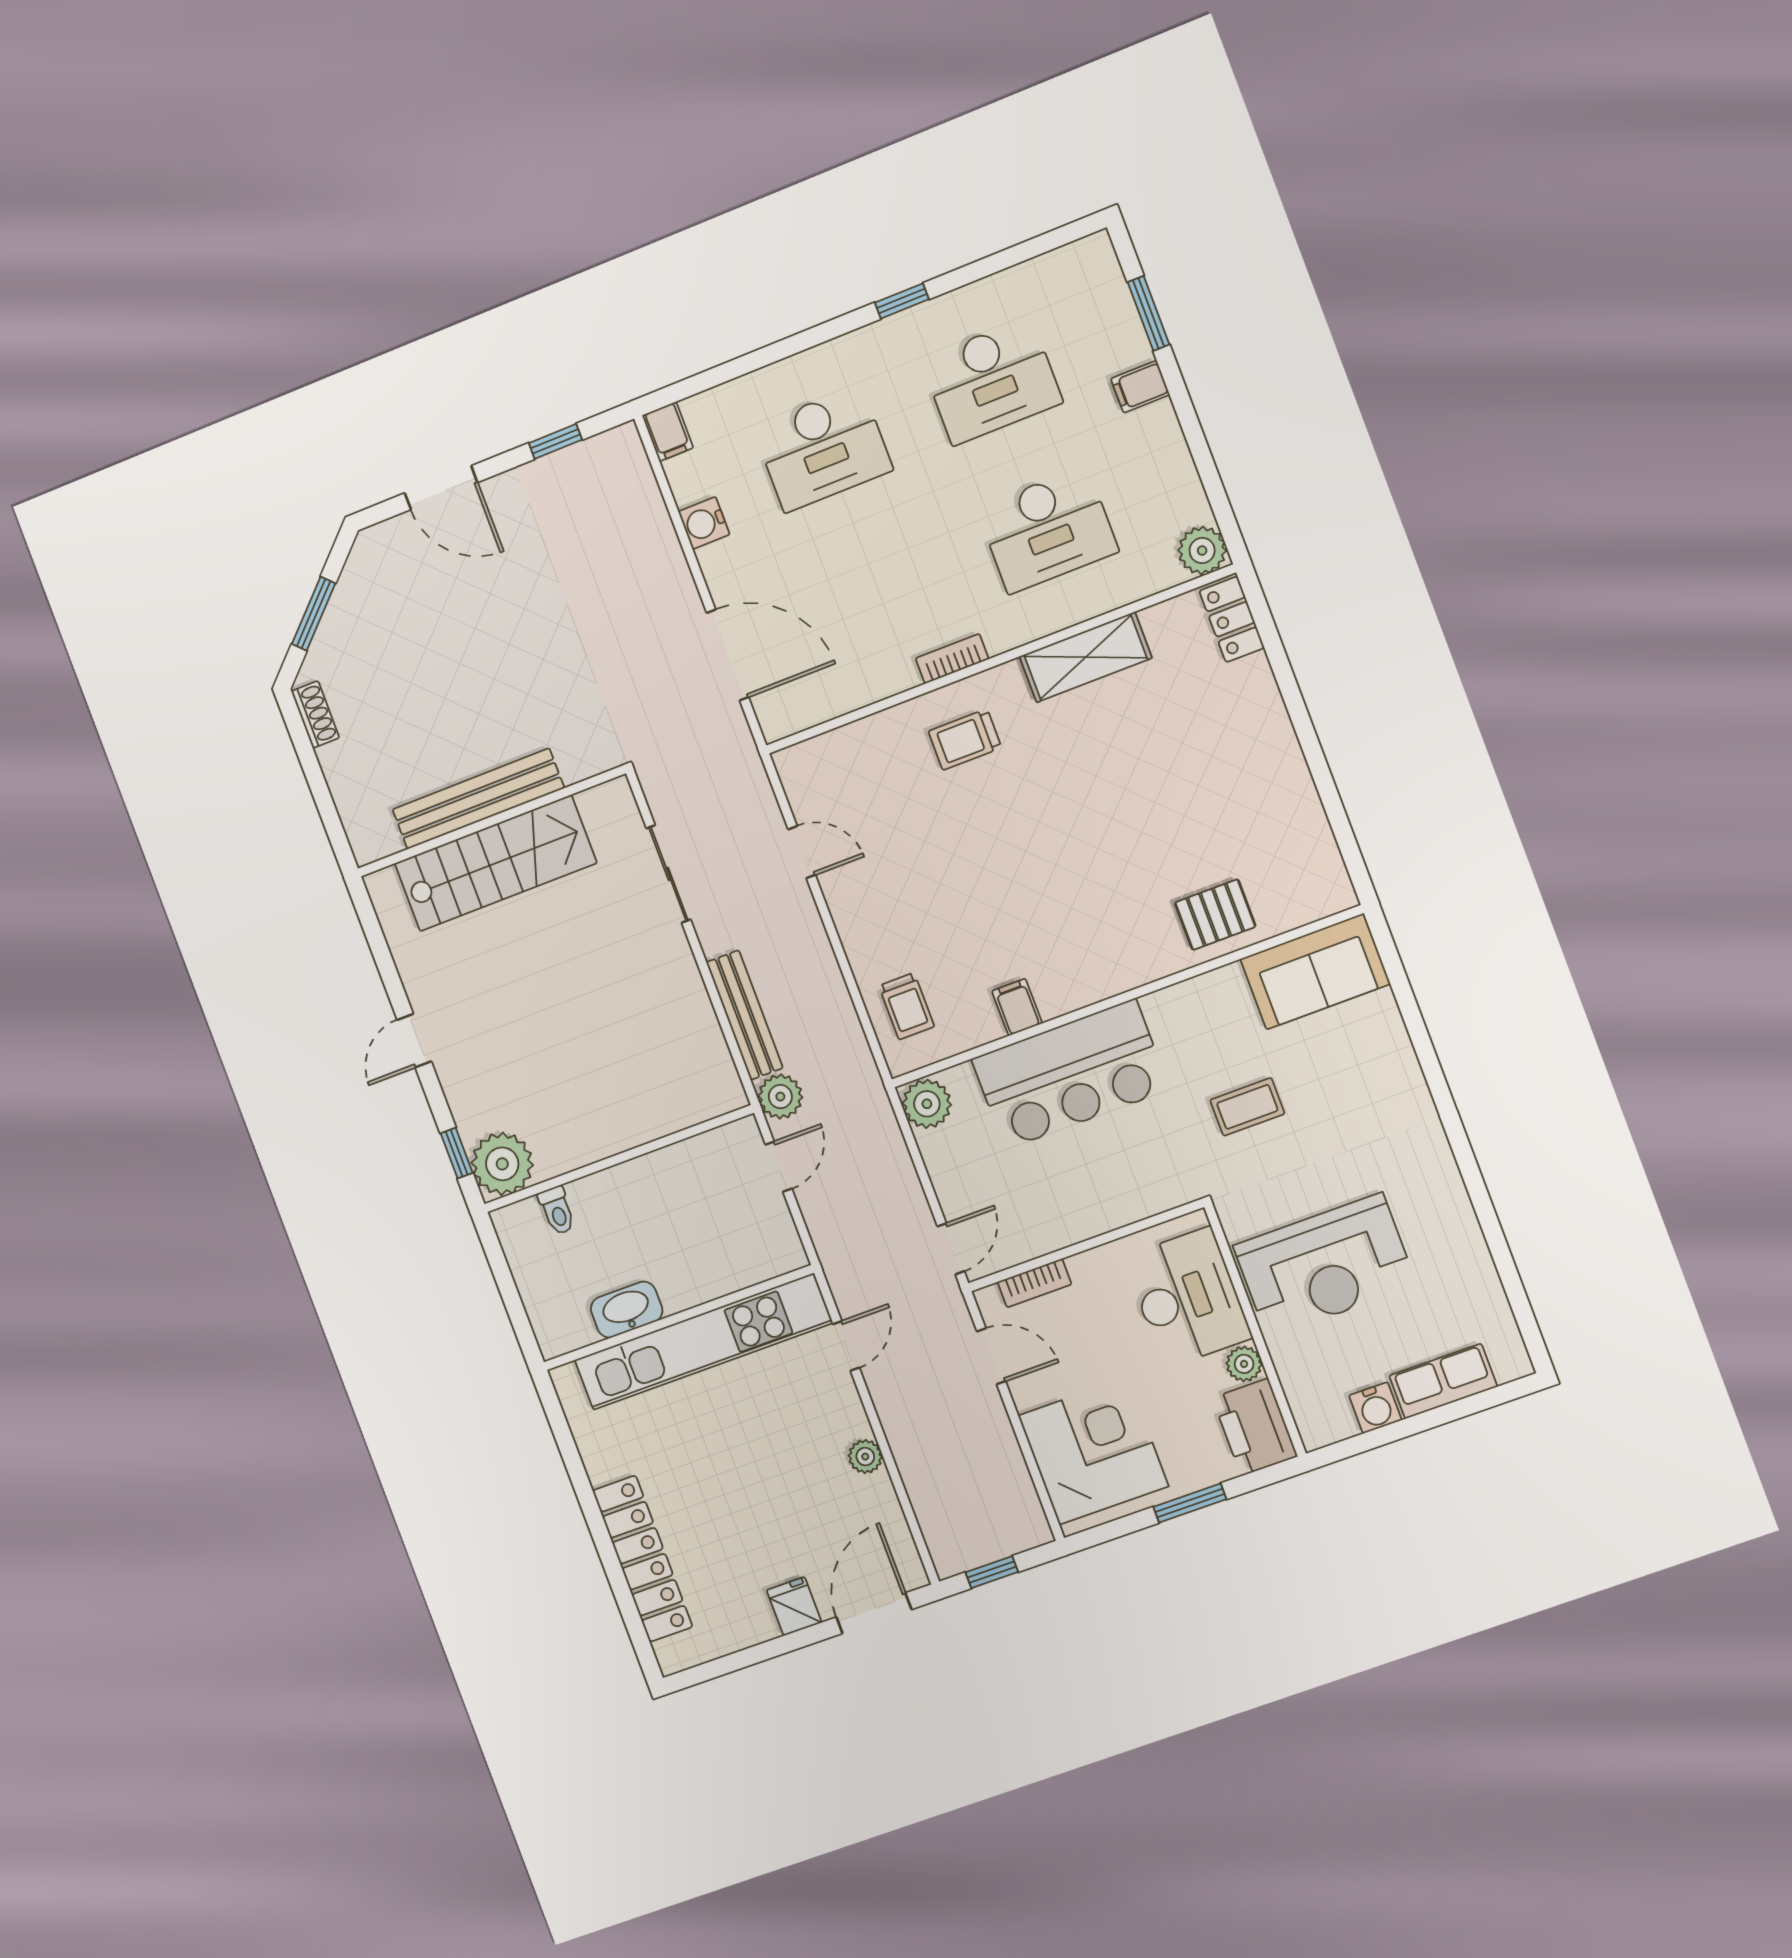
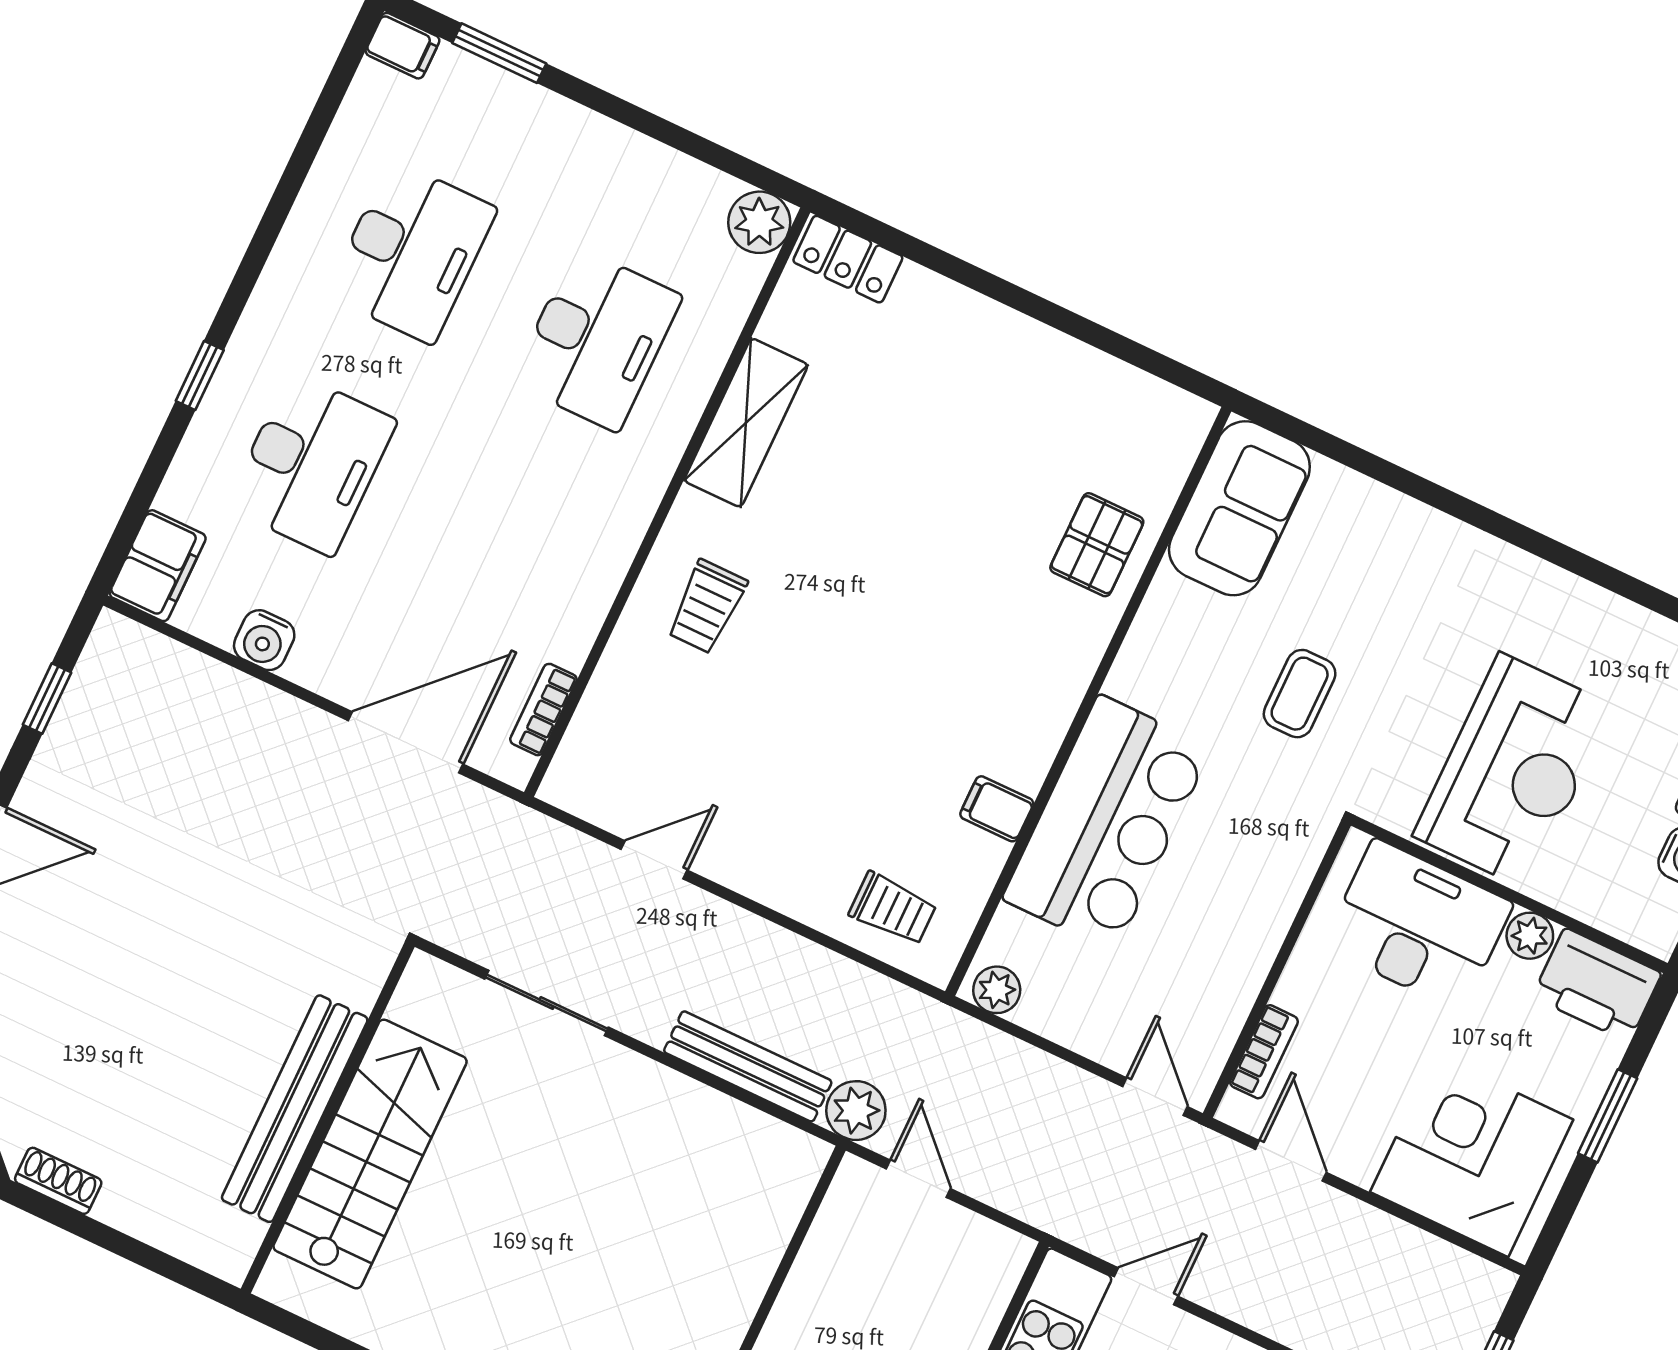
window: (902, 301) -> (200, 376), moved
filing cabinet: (1140, 387) -> (403, 46), moved, turned -90
filing cabinet: (668, 432) -> (158, 566), width x2.00
bookcase: (952, 659) -> (543, 710), moved
plant: (927, 1104) -> (997, 990), width x0.73, depth x0.73
door: (846, 1346) -> (1146, 1286), hinge flipped
door: (991, 1356) -> (1291, 1161), hinge flipped

